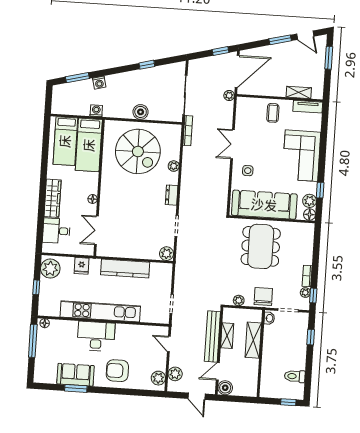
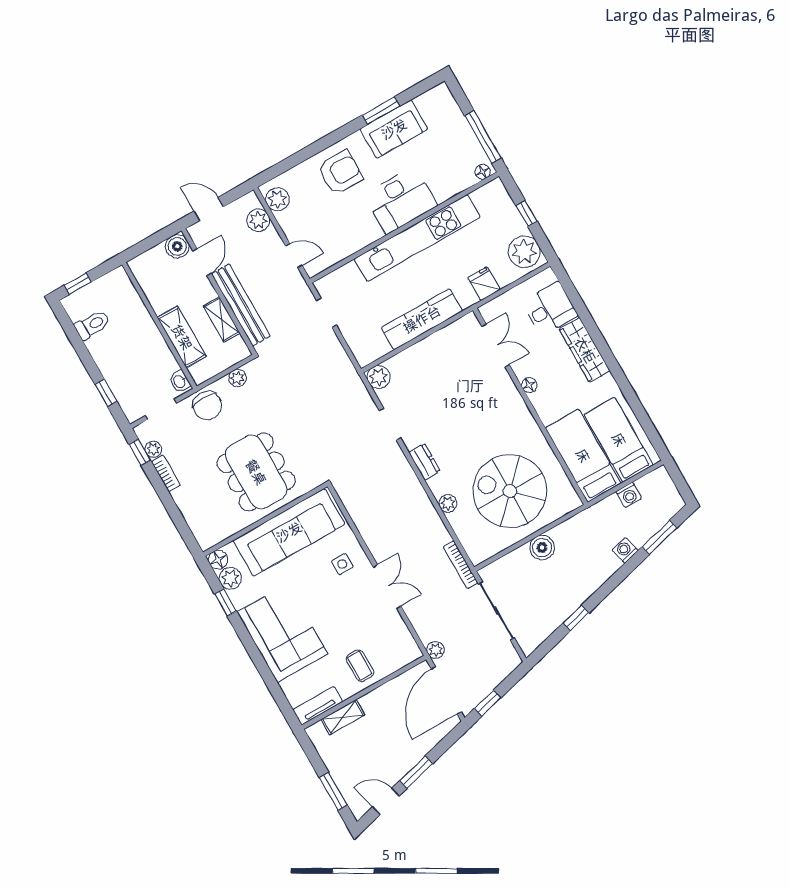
washing machine: (96, 111) -> (629, 495), moved

